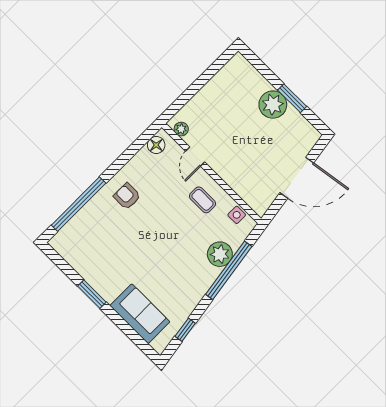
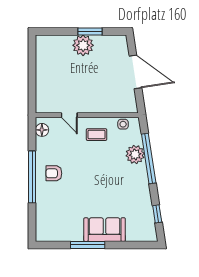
plant: (181, 129) -> (47, 108), removed
door: (297, 178) -> (135, 72), hinge flipped
window: (79, 204) -> (32, 177), moved
window: (92, 294) -> (88, 245), width x1.44
sofa: (140, 314) -> (105, 230), moved

